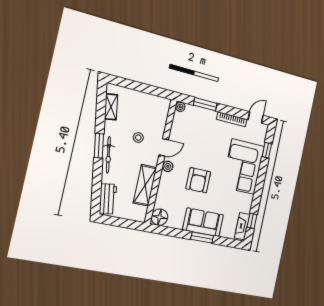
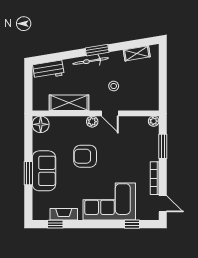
fireplace: (242, 226) -> (64, 214), moved

